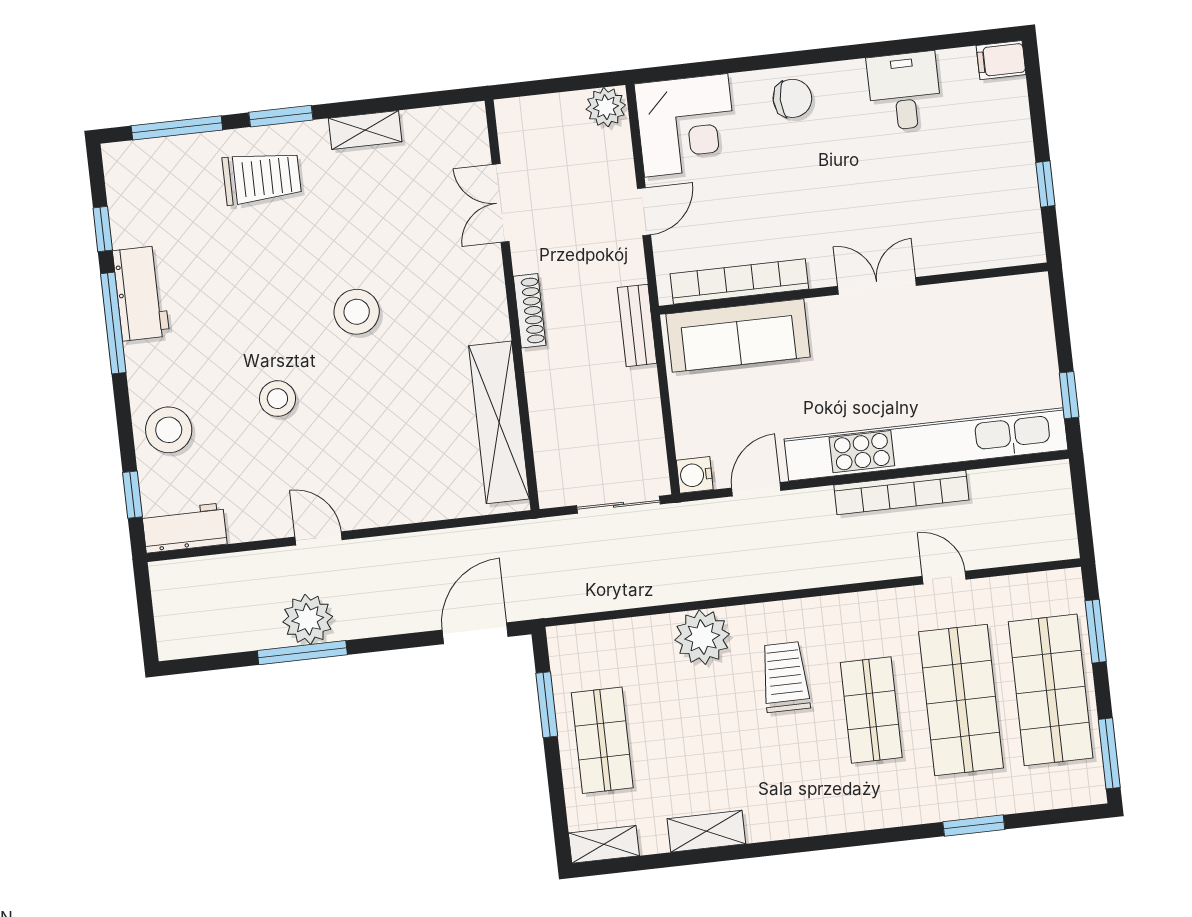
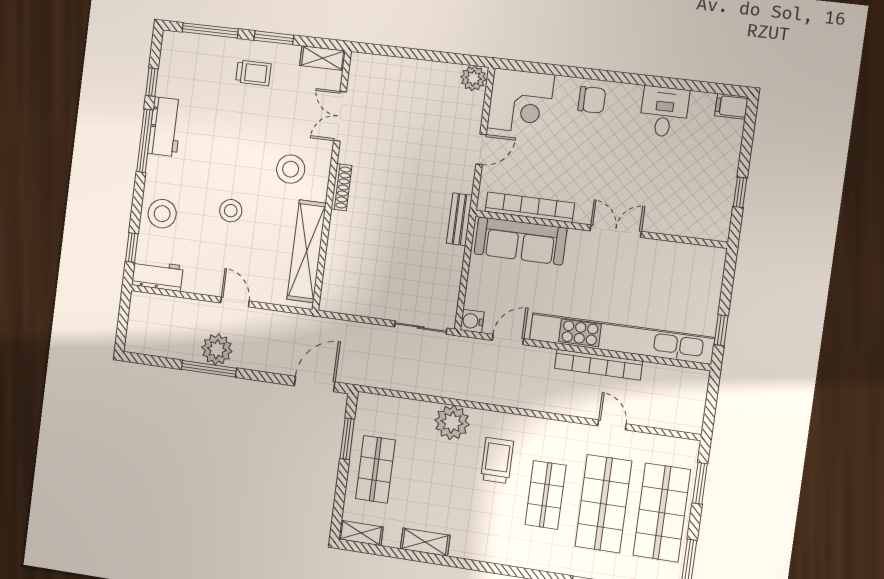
trolley: (262, 178) -> (253, 73), width x0.73, depth x0.72
double door: (501, 203) -> (340, 116), moved
wall: (512, 305) -> (332, 181), moved
shoe rack: (530, 311) -> (341, 187), moved
shelving: (499, 422) -> (307, 251), moved

